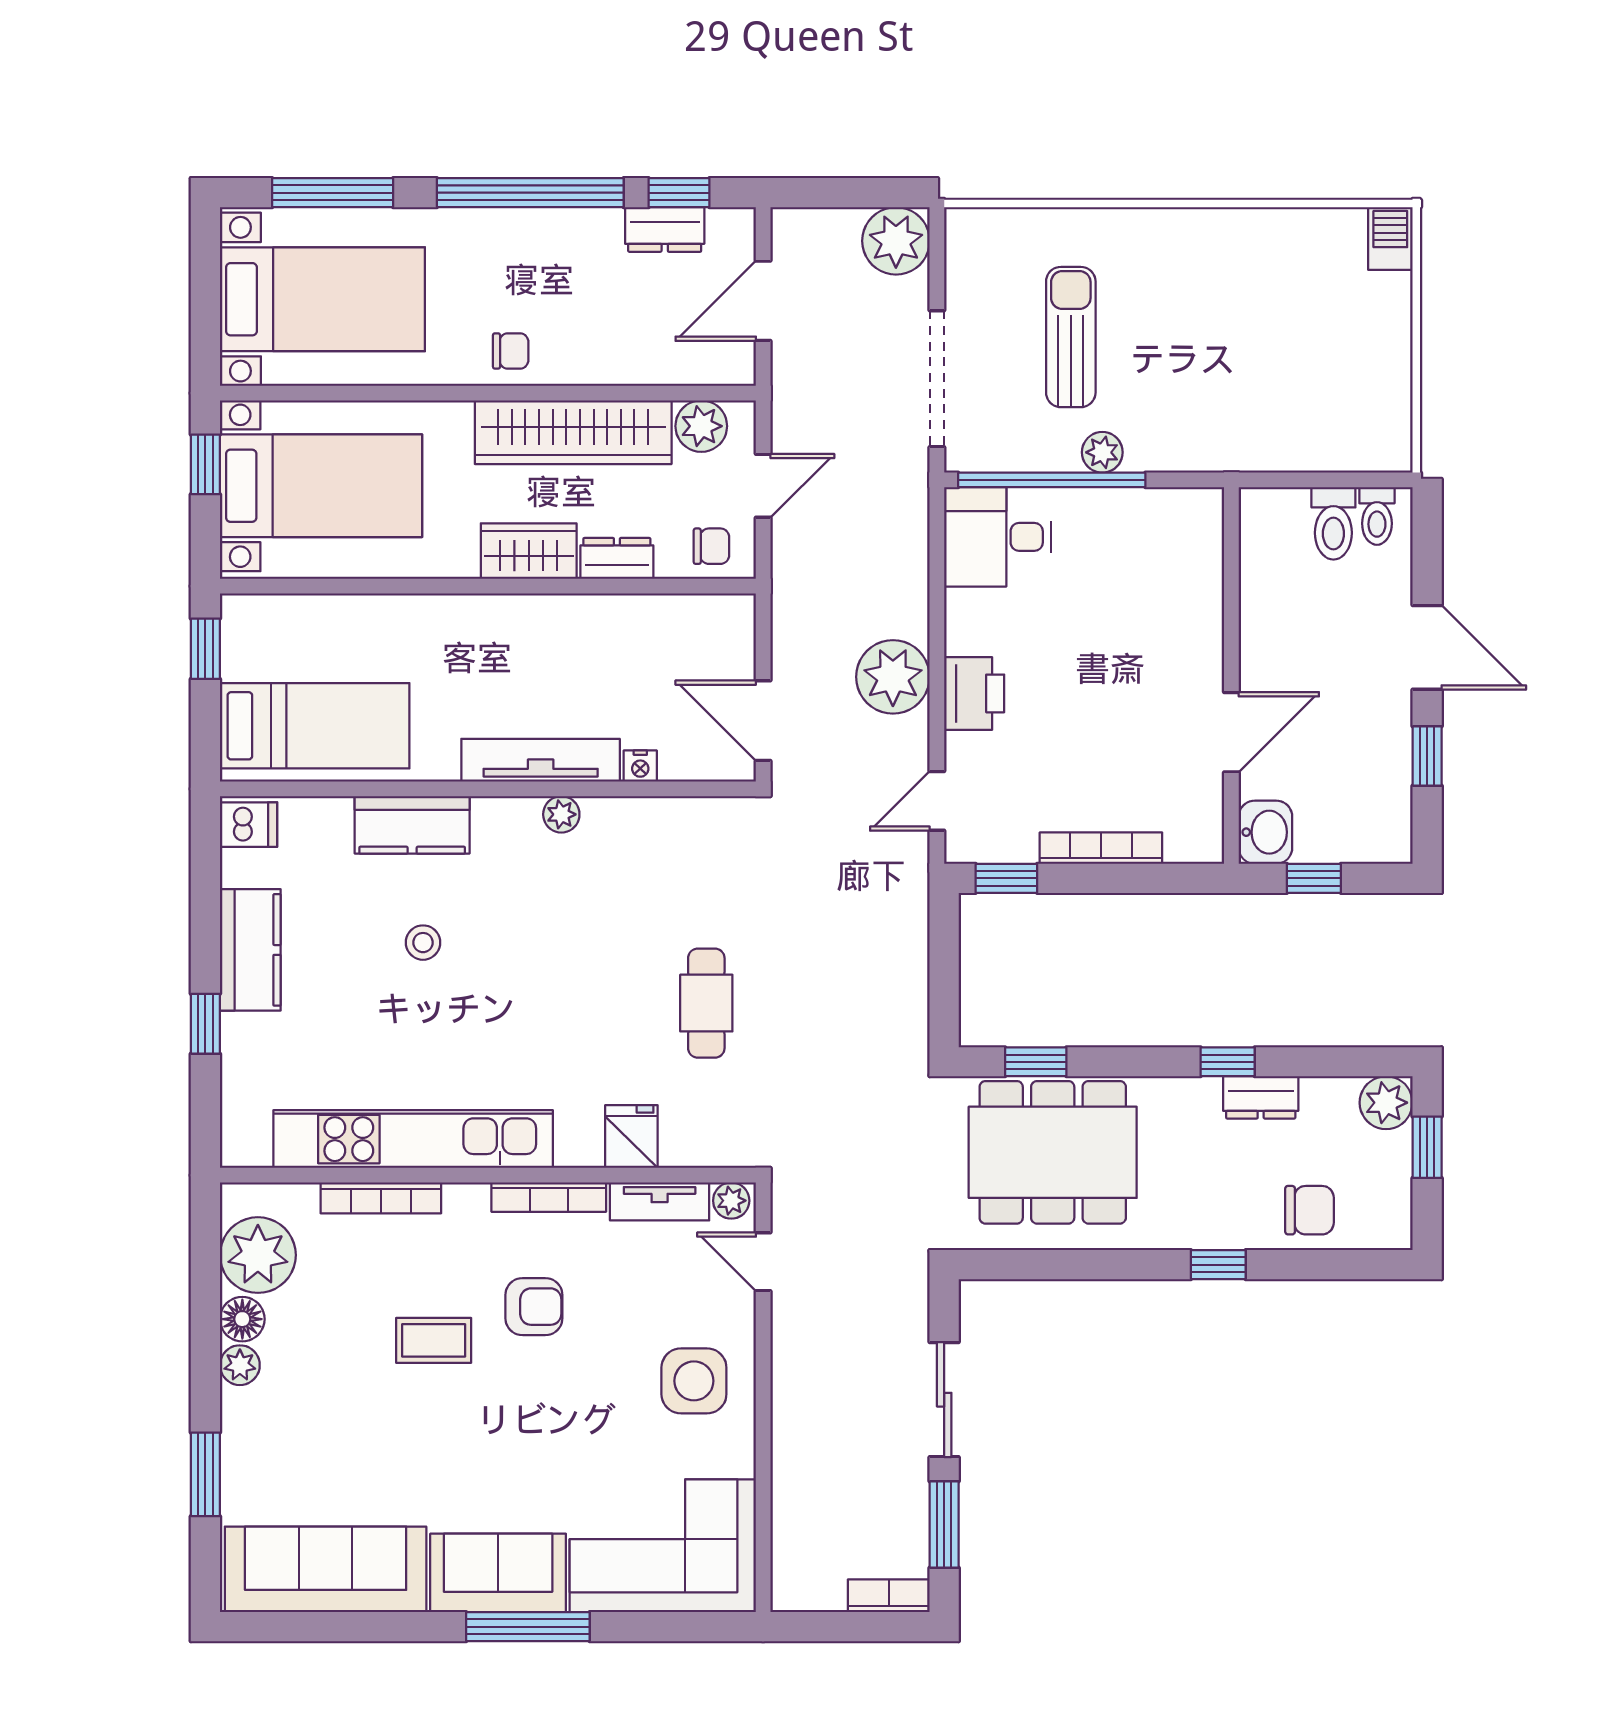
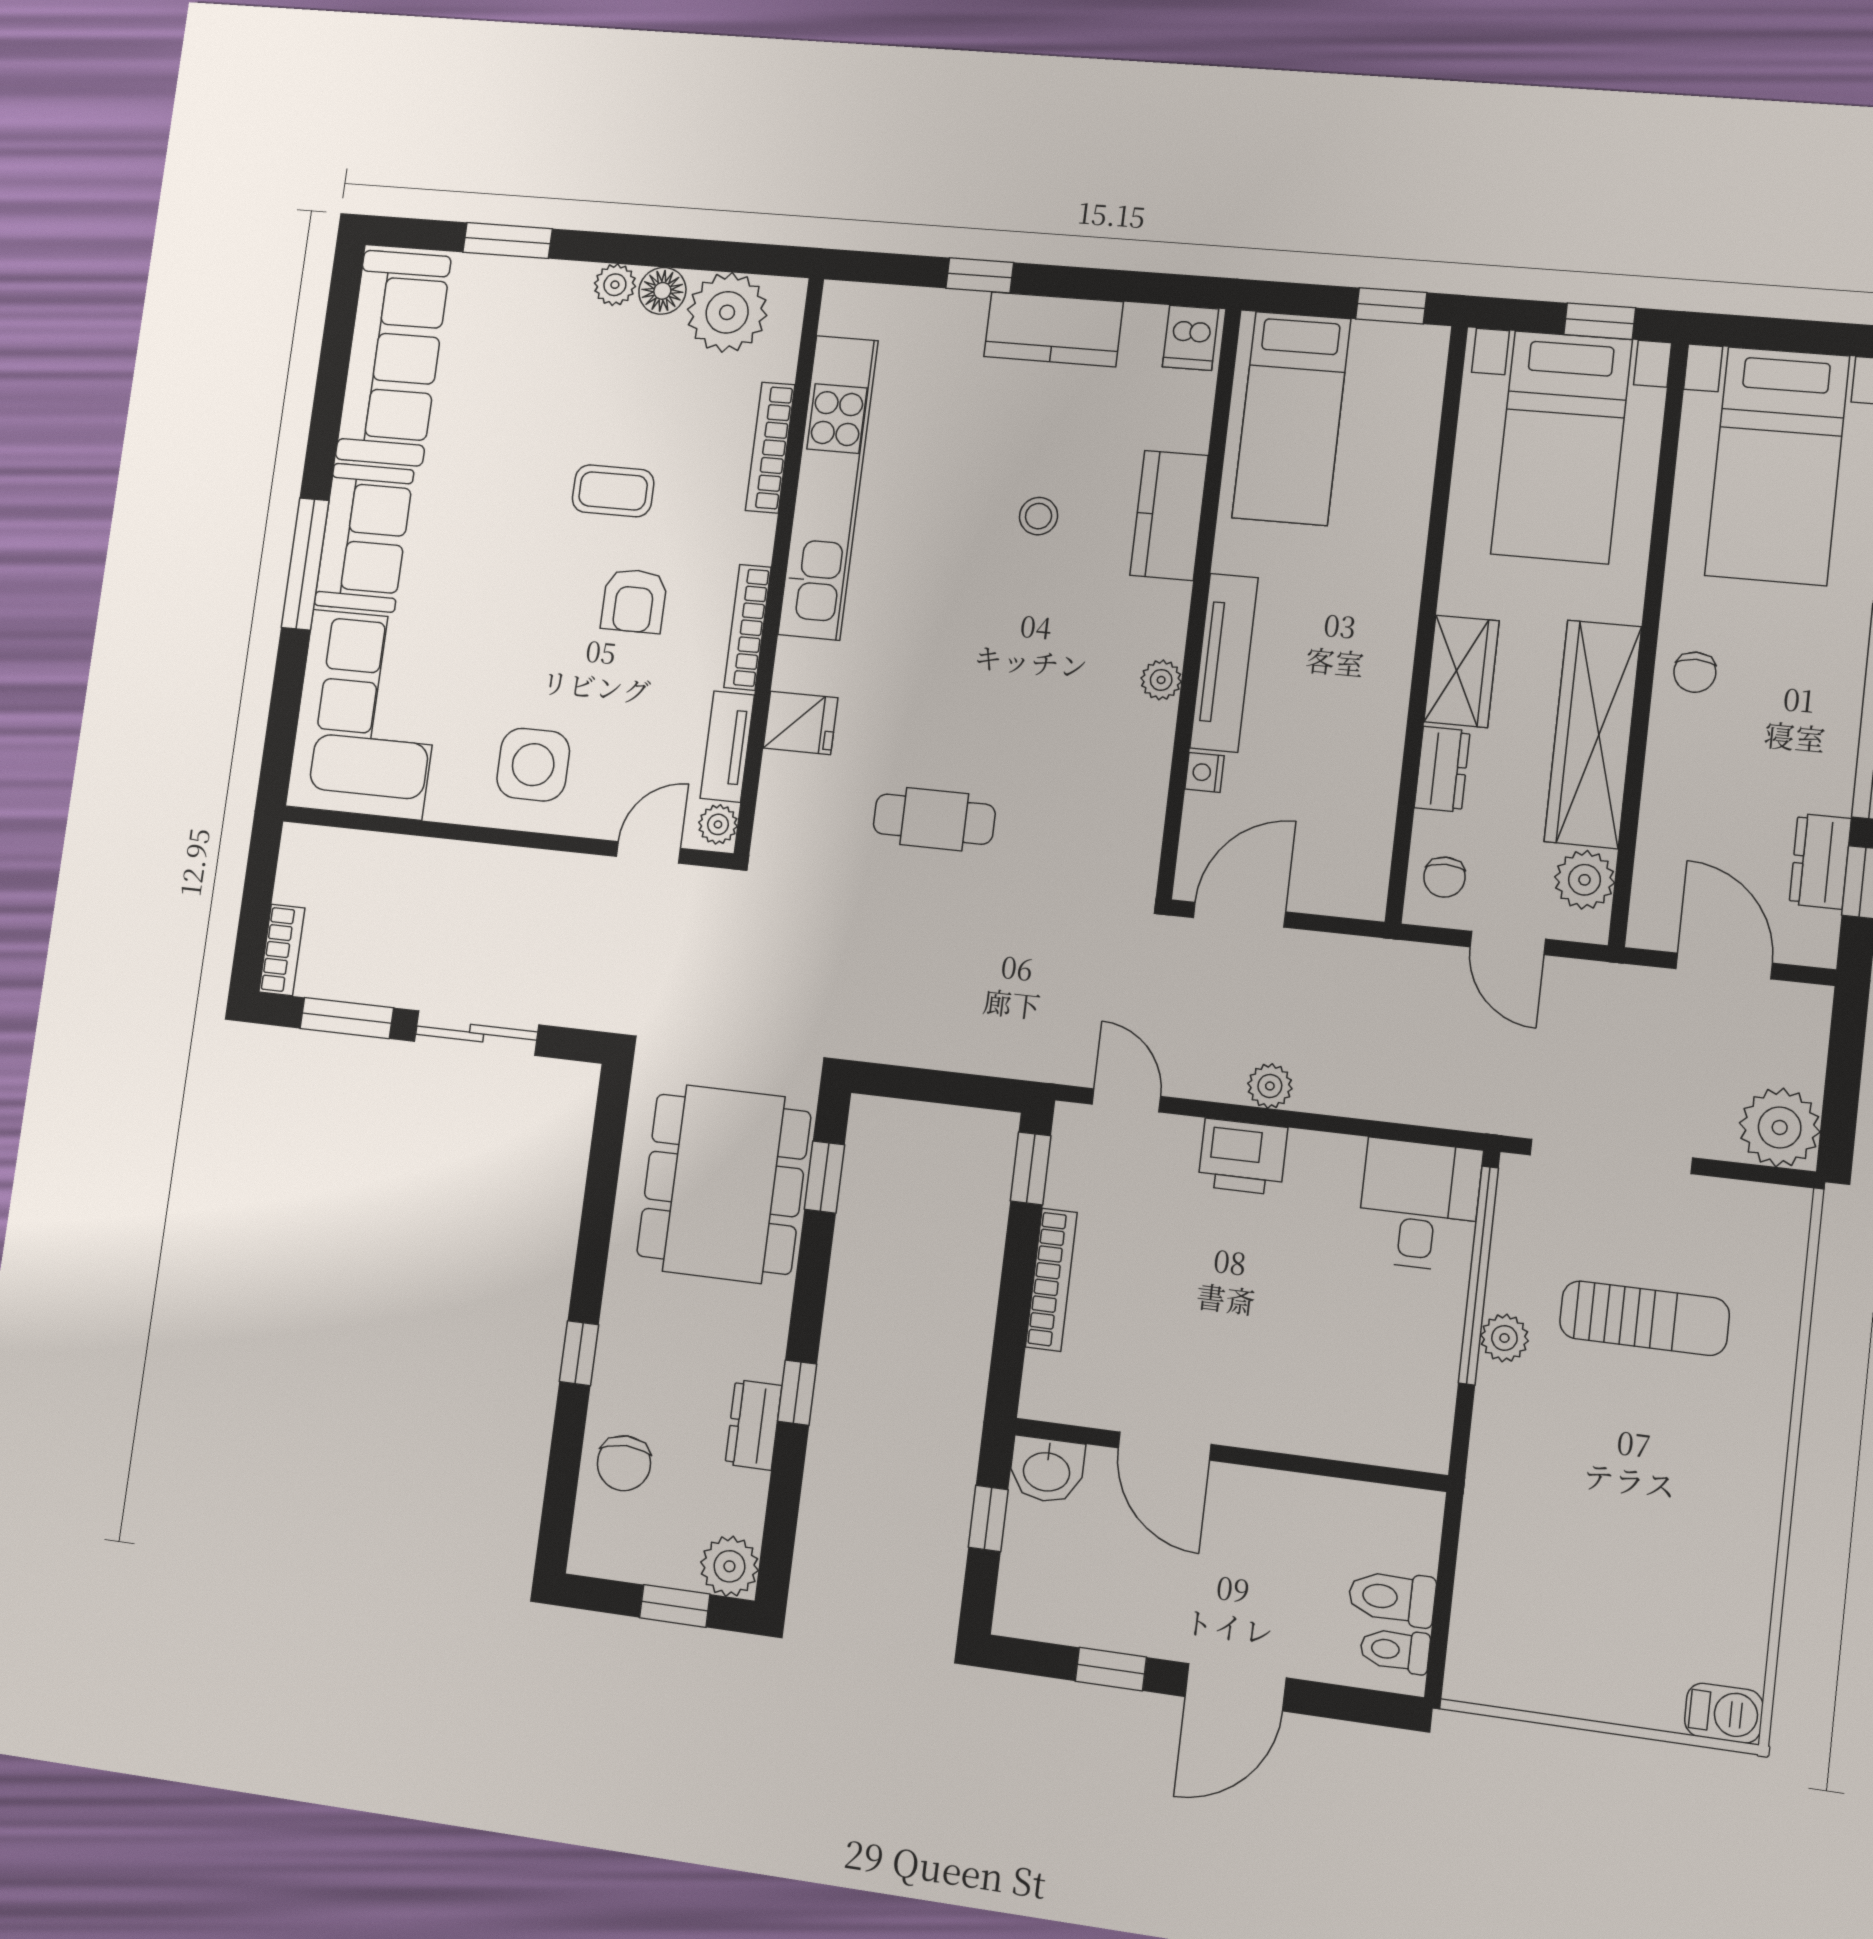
plant: (893, 677) -> (1270, 1086), width x0.53, depth x0.53
coffee table: (434, 1340) -> (613, 491), turned 90

